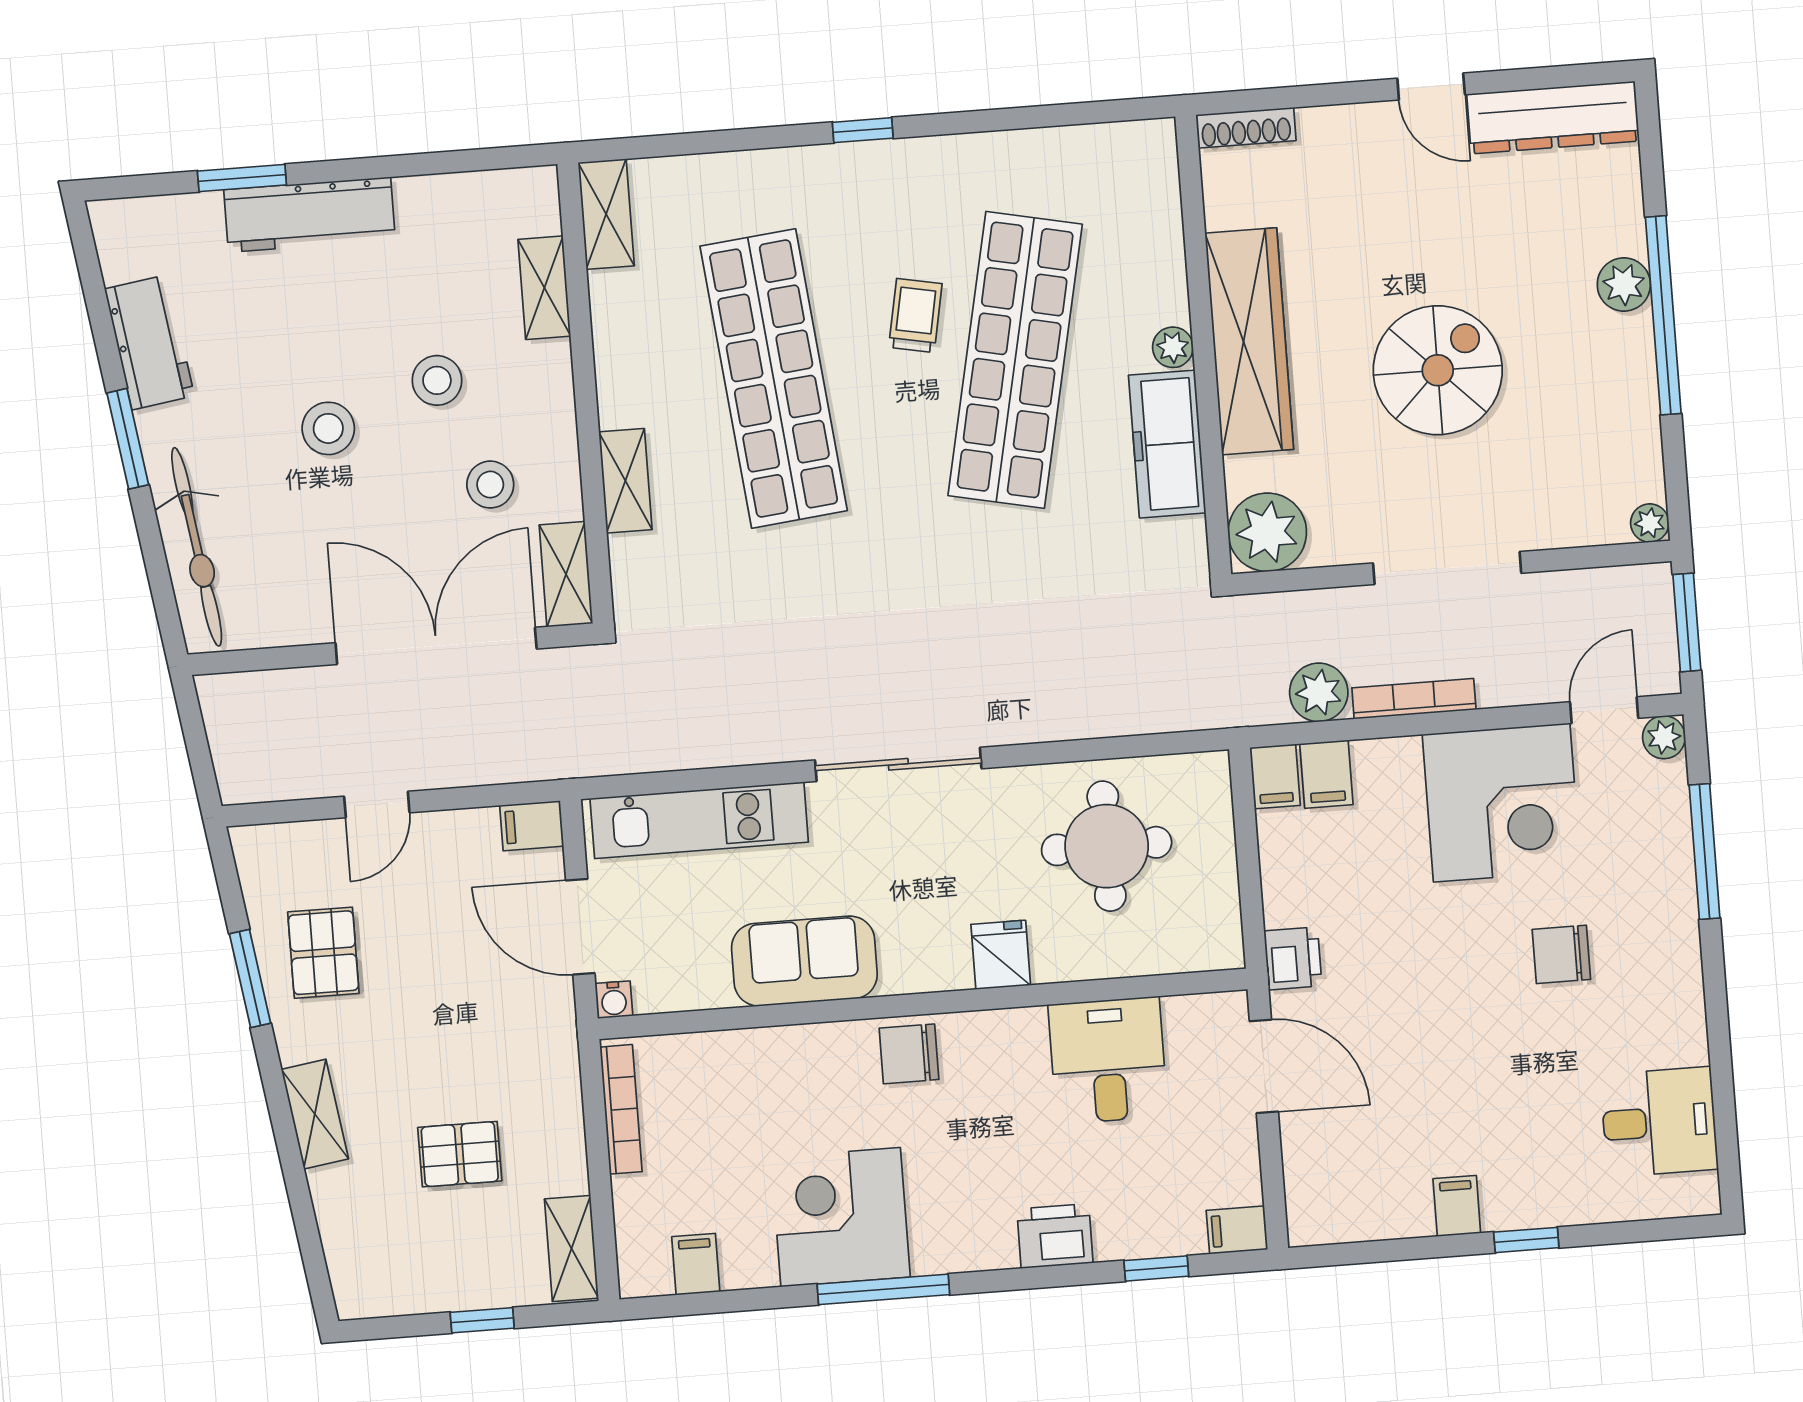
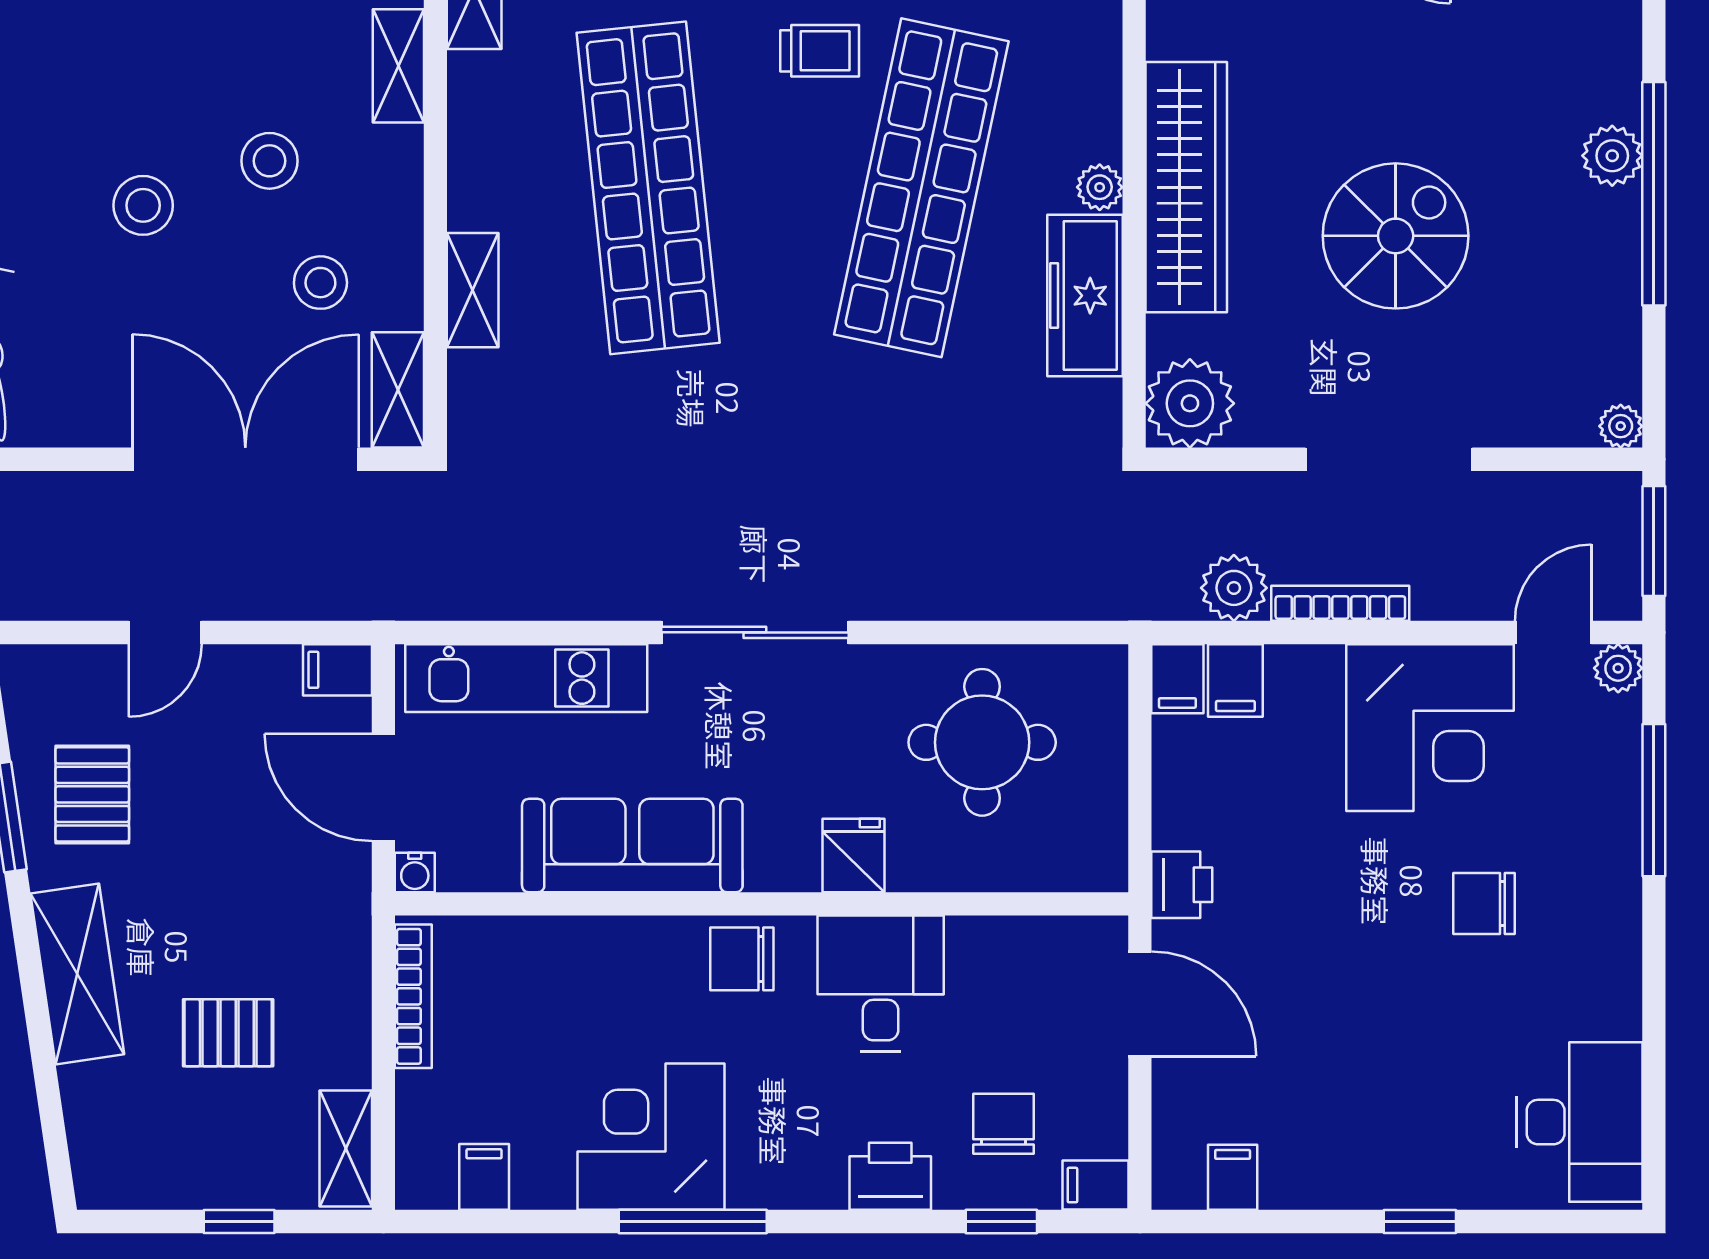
trolley: (915, 315) -> (820, 51), moved, turned 79
sofa: (804, 961) -> (632, 846), width x1.36
desk: (1108, 1060) -> (881, 983), moved
shelving: (315, 1114) -> (77, 974), width x1.50, depth x1.33
desk: (1659, 1122) -> (1579, 1122), width x1.37
chair: (1152, 1182) -> (1004, 1124), added
filing cabinet: (1457, 1206) -> (1233, 1177), moved

